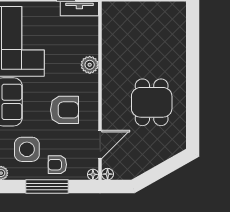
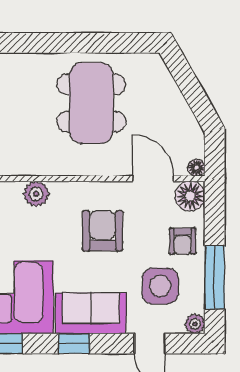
dining table: (152, 102) -> (91, 103), width x1.38
floor lamp: (93, 174) -> (190, 196), width x1.89, depth x1.89
window: (47, 187) -> (215, 277), moved

